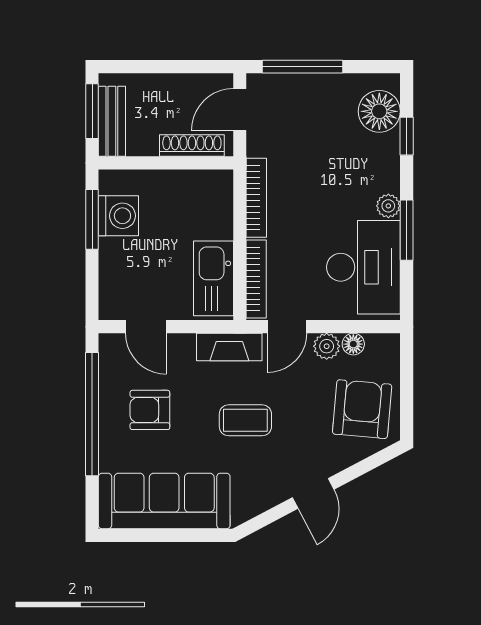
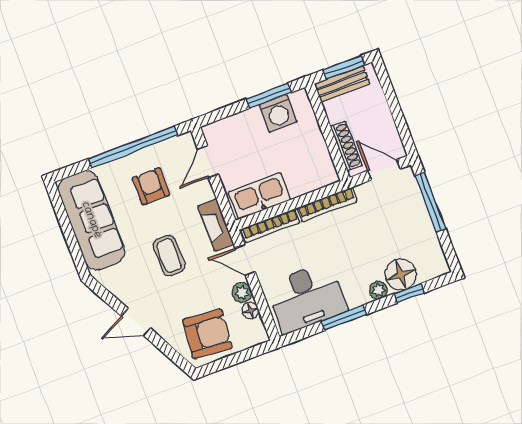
floor lamp: (379, 111) -> (401, 275), moved
plant: (388, 206) -> (378, 290), moved

